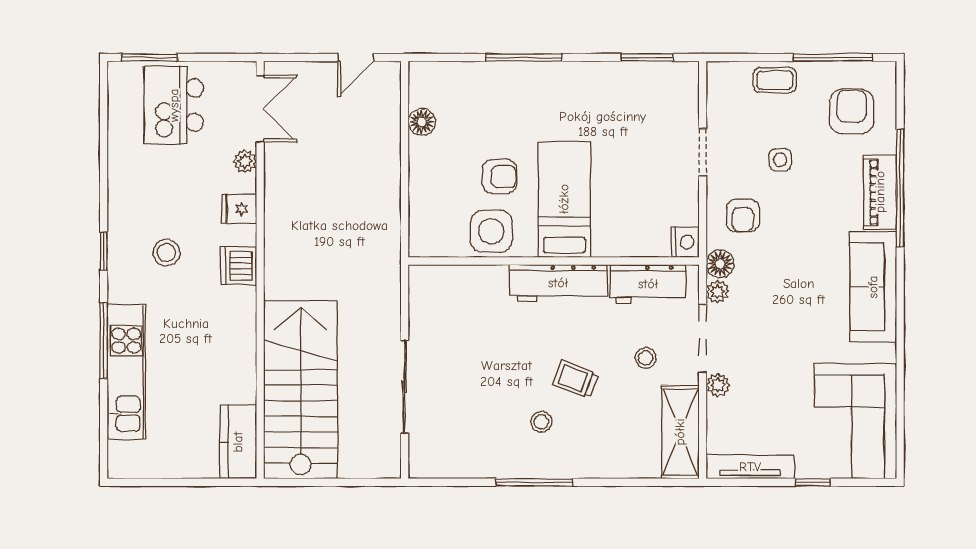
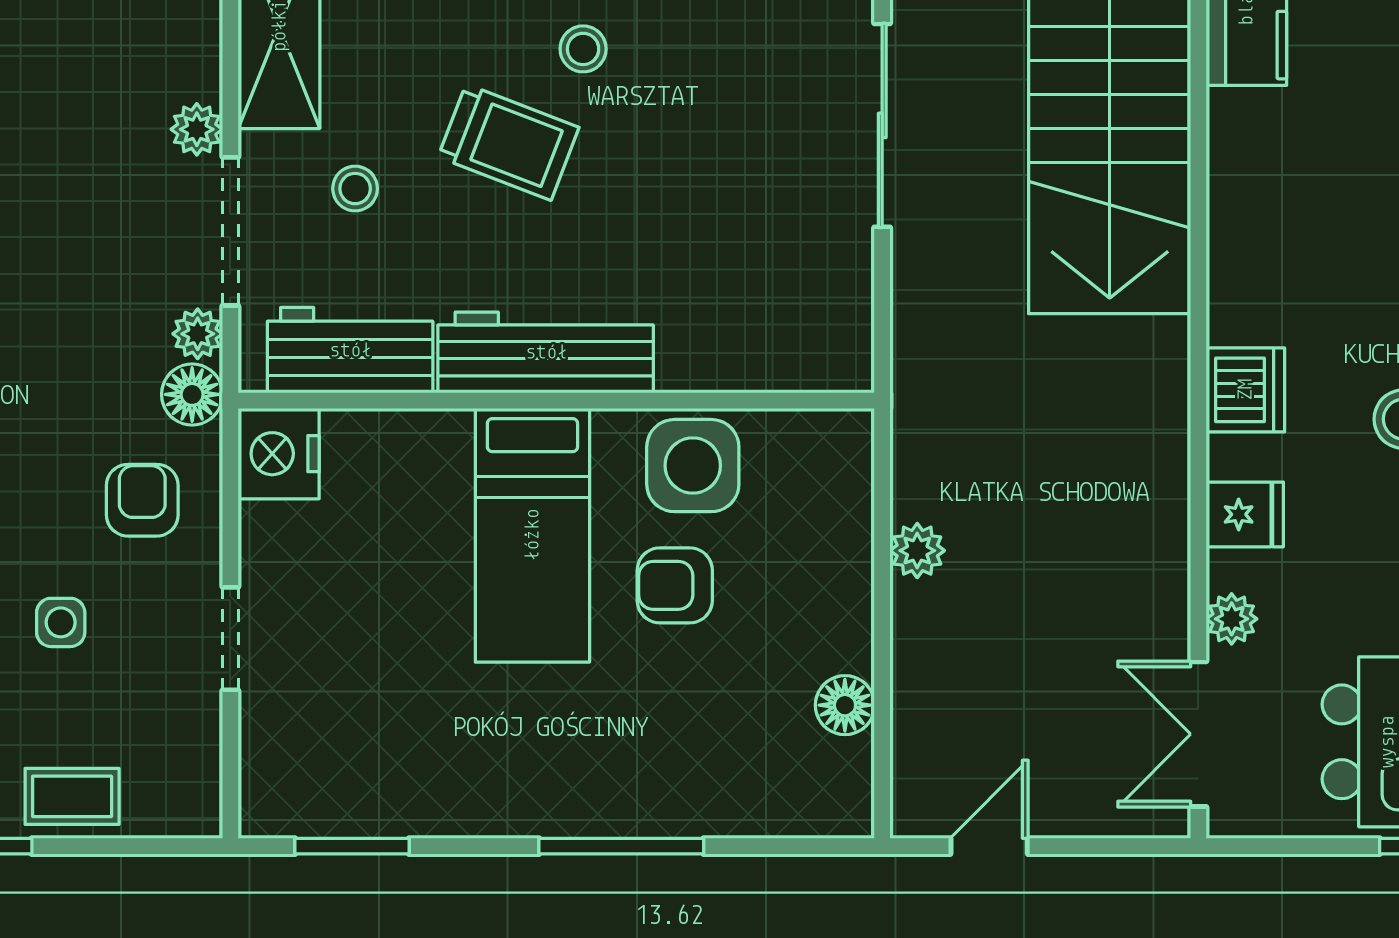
plant: (389, 193) -> (917, 551), added
nightstand: (685, 242) -> (279, 454), width x1.36, depth x1.33
trolley: (575, 379) -> (509, 142), width x1.36, depth x1.39

